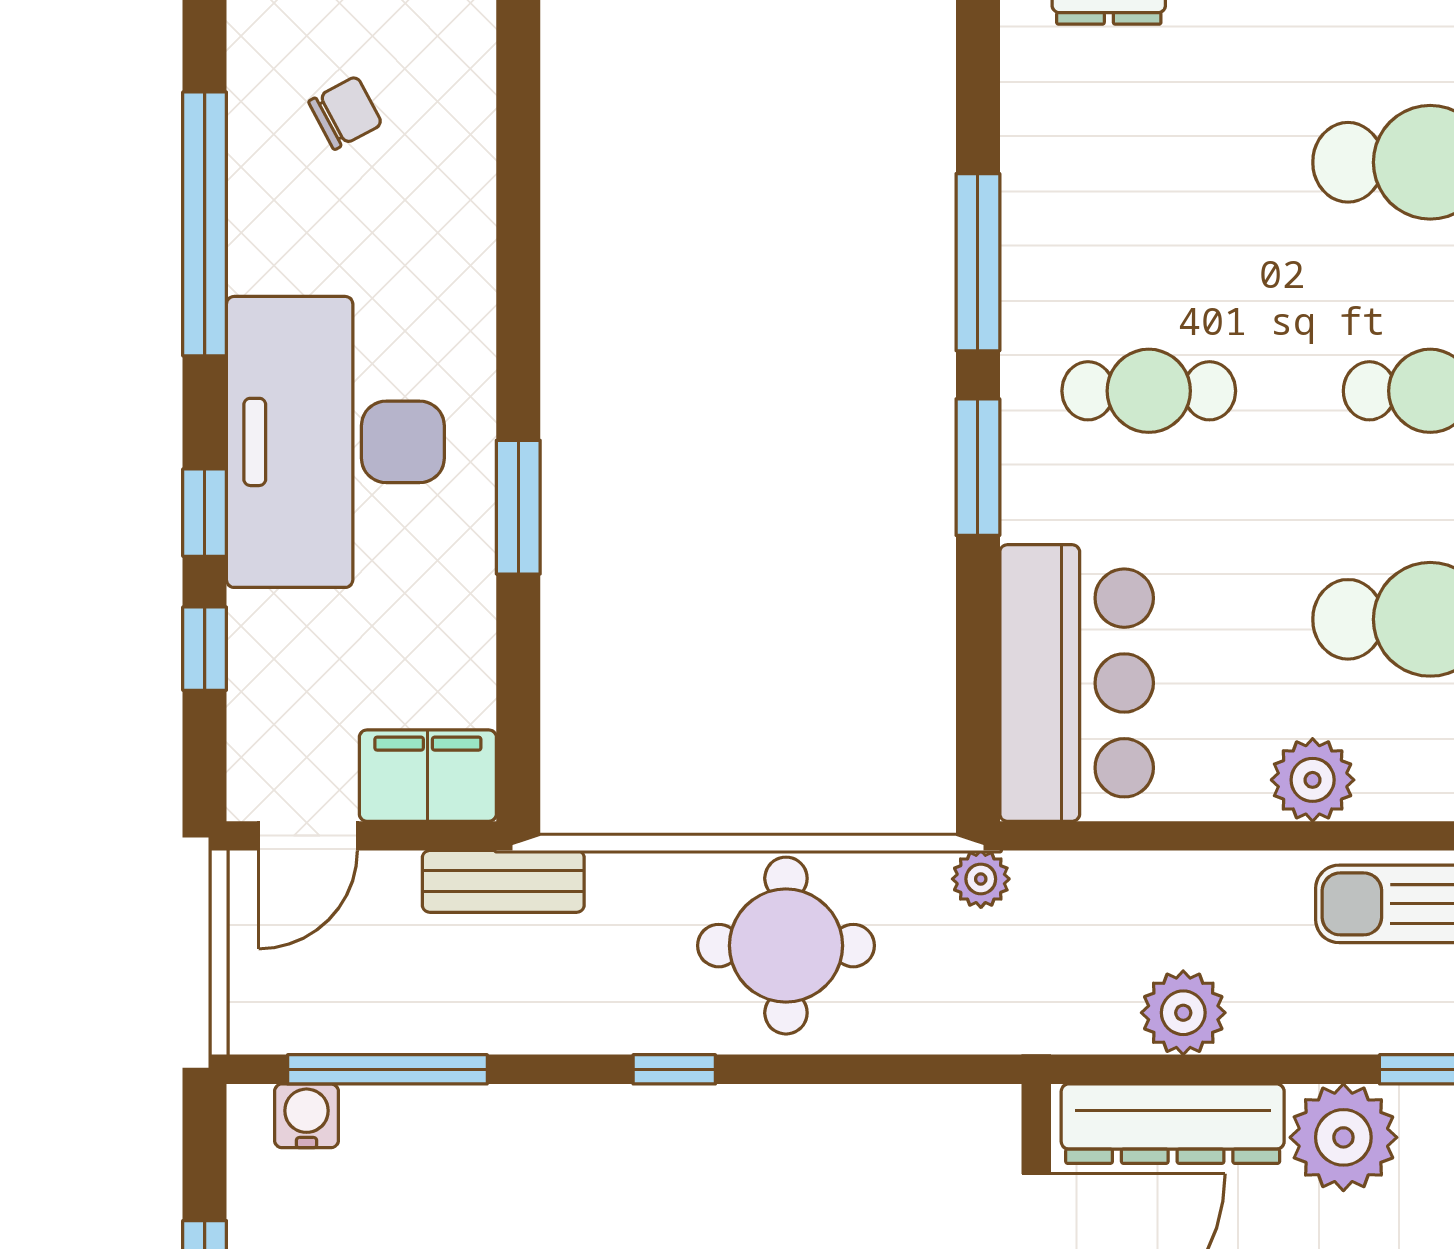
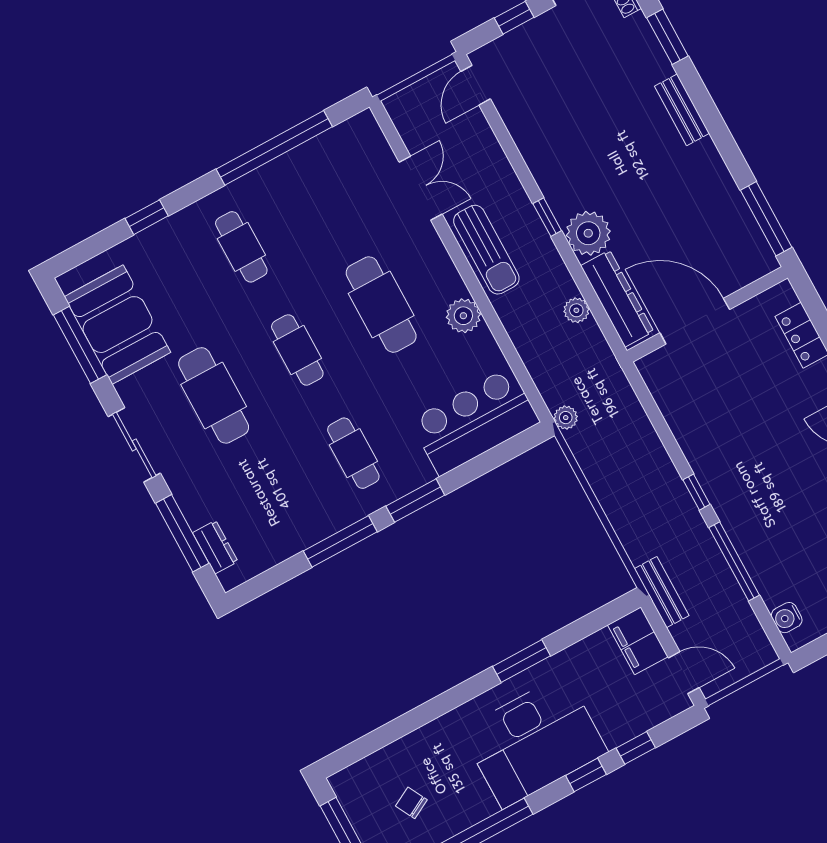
round table: (786, 946) -> (629, 476), removed
plant: (1183, 1013) -> (576, 310), width x0.73, depth x0.73
window: (387, 1069) -> (734, 561), moved

